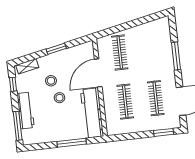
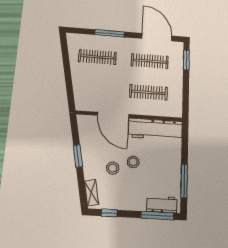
clothes rail: (120, 52) -> (98, 57), moved
workbench: (26, 110) -> (162, 204), moved, width x0.73
window: (72, 143) -> (184, 181), moved

